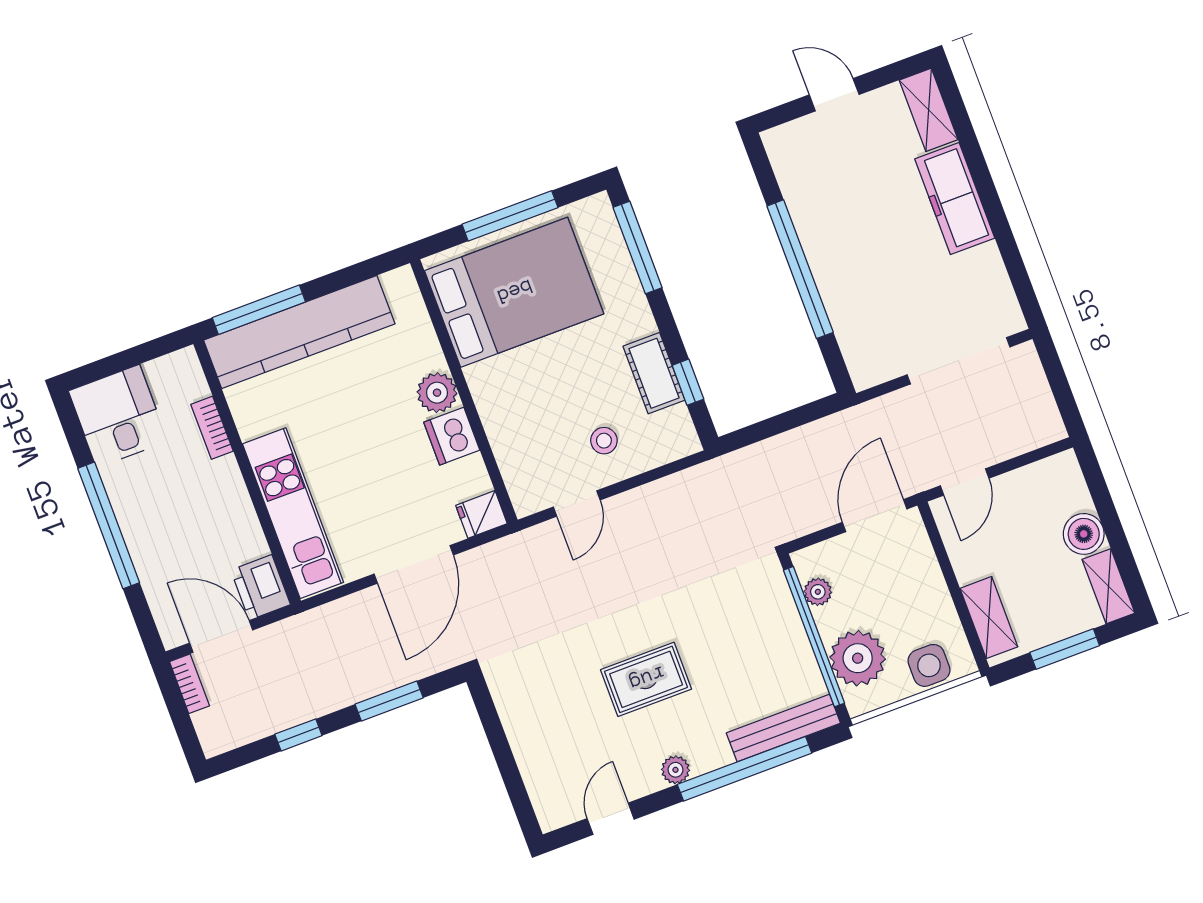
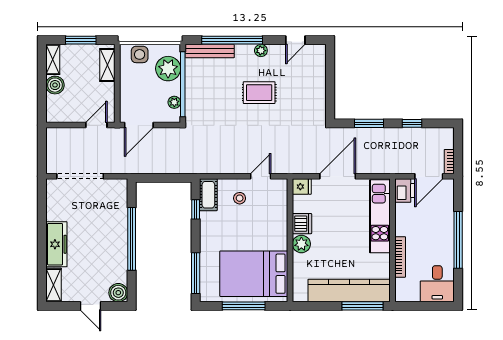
boiler: (786, 145) -> (118, 293), added
cot: (654, 373) -> (208, 195), moved
bookcase: (212, 428) -> (400, 257), width x1.56
door: (221, 636) -> (429, 176), hinge flipped

